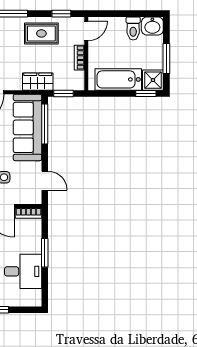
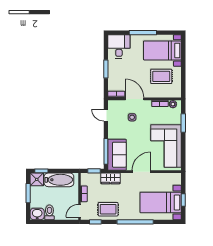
sofa: (27, 127) -> (117, 155), width x0.73
desk: (23, 271) -> (119, 46), moved, turned 90

